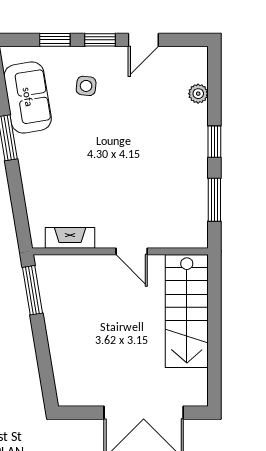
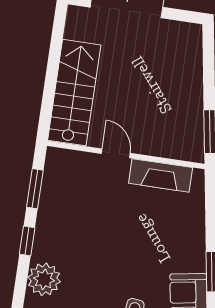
plant: (198, 94) -> (44, 279), width x1.88, depth x1.88
fireplace: (70, 238) -> (161, 175), width x1.37, depth x1.32

